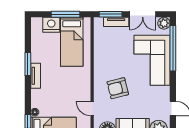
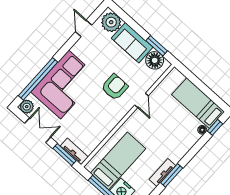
tv unit: (116, 22) -> (74, 151), moved
tv unit: (36, 76) -> (162, 172), moved
armchair: (118, 88) -> (115, 87), turned -76
door: (92, 109) -> (142, 100), moved

